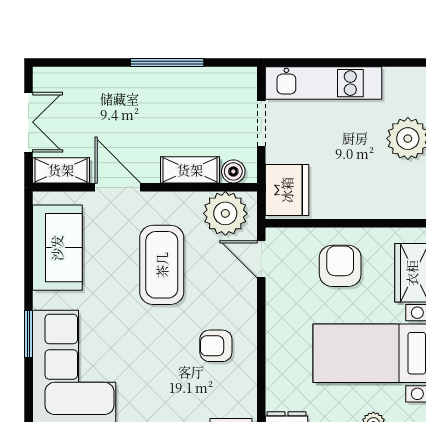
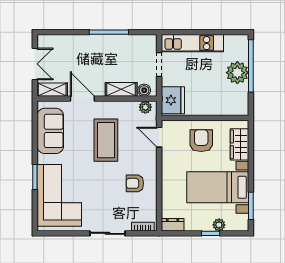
plant: (225, 213) -> (145, 107), width x0.53, depth x0.53

